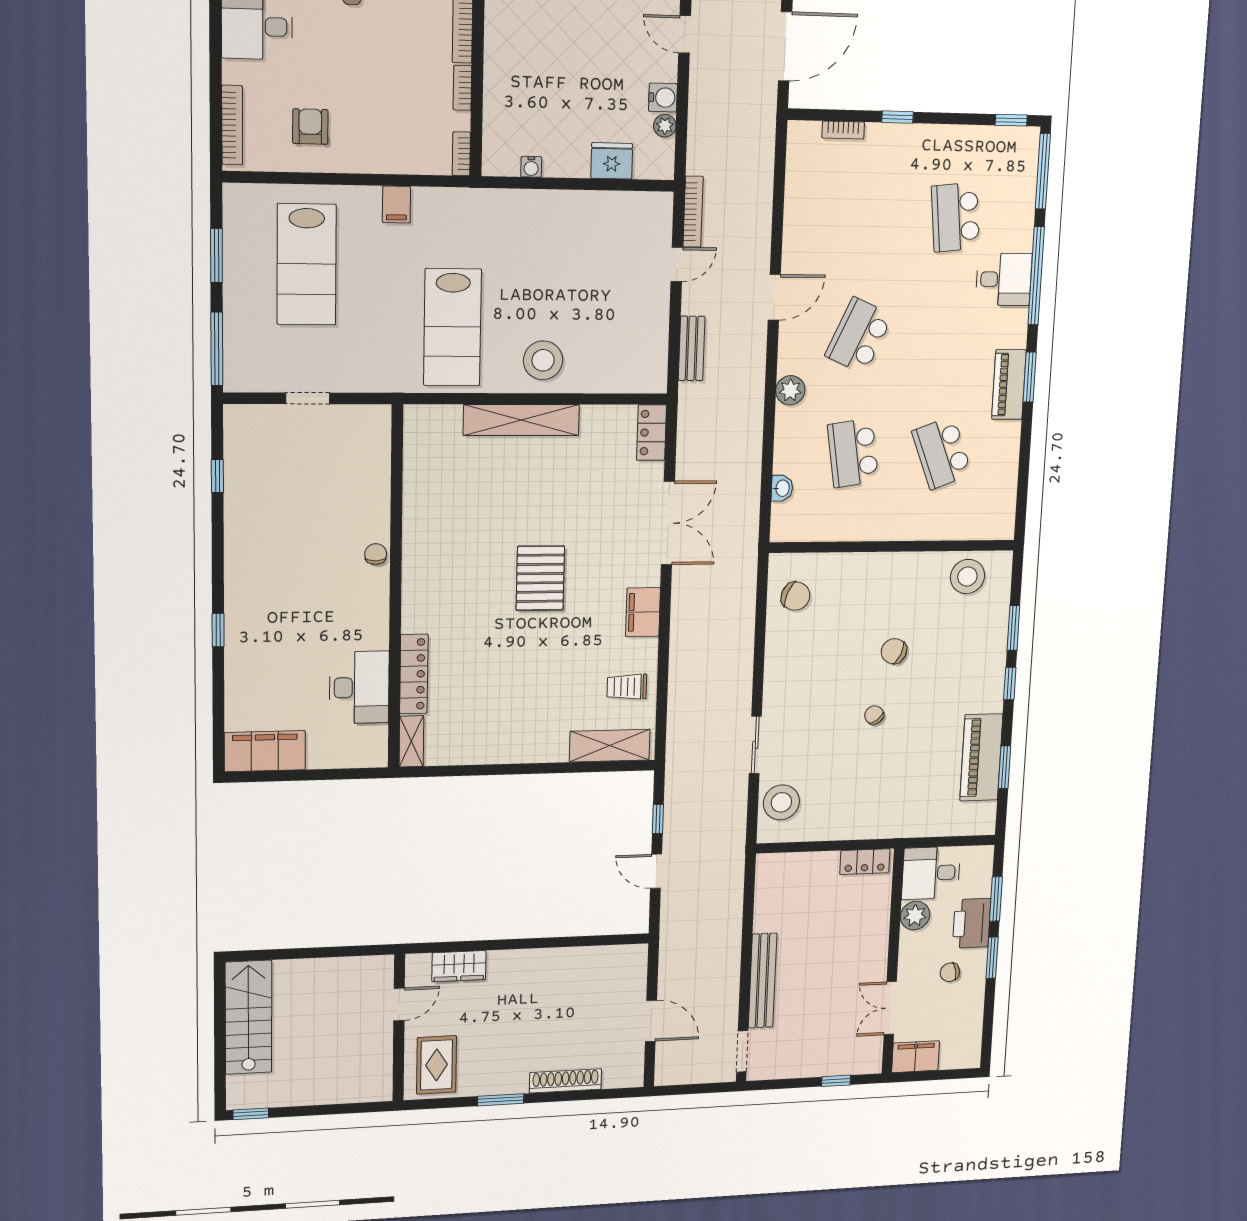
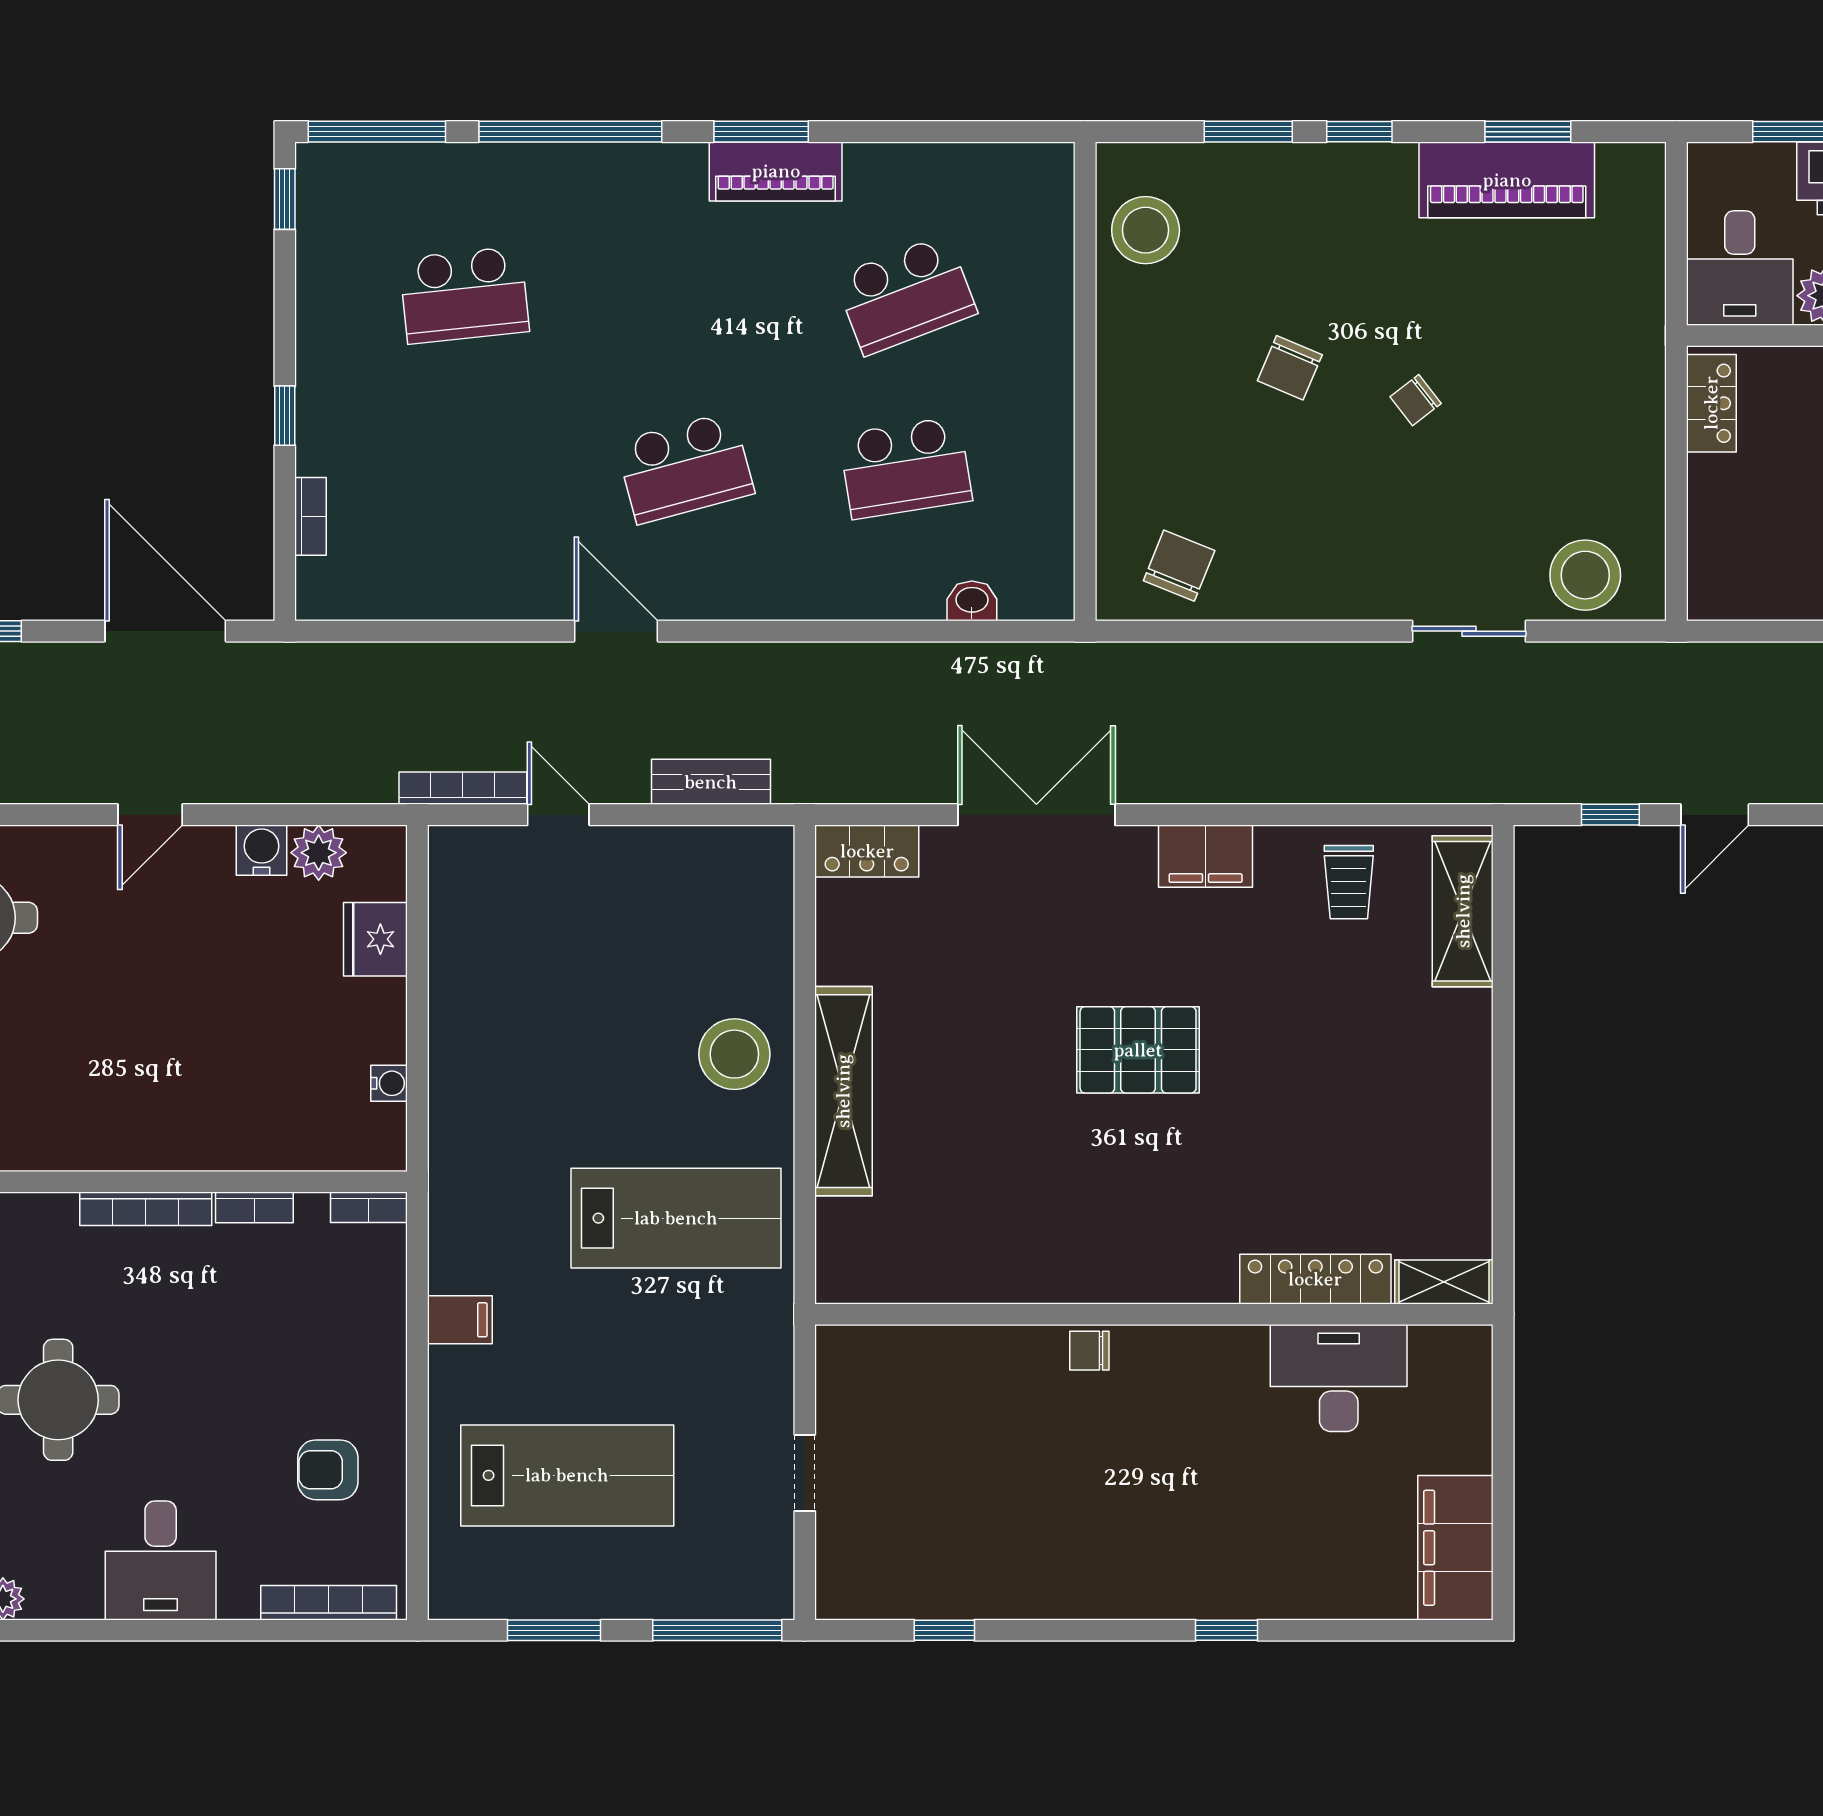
plant: (665, 126) -> (319, 853), width x1.38, depth x1.38
desk: (1004, 279) -> (578, 194), removed
school desk: (859, 335) -> (685, 468), turned -39
plant: (790, 390) -> (788, 593), removed

